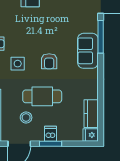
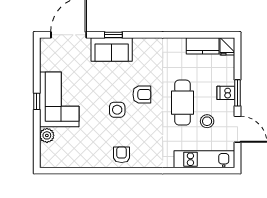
window: (101, 37) -> (113, 35), width x0.46
sofa: (88, 51) -> (112, 50), moved
side table: (18, 64) -> (117, 110), moved

